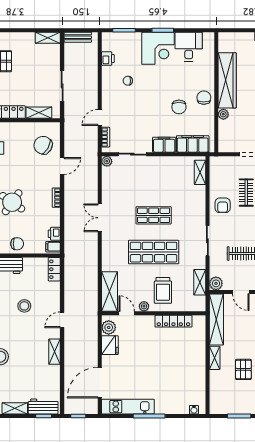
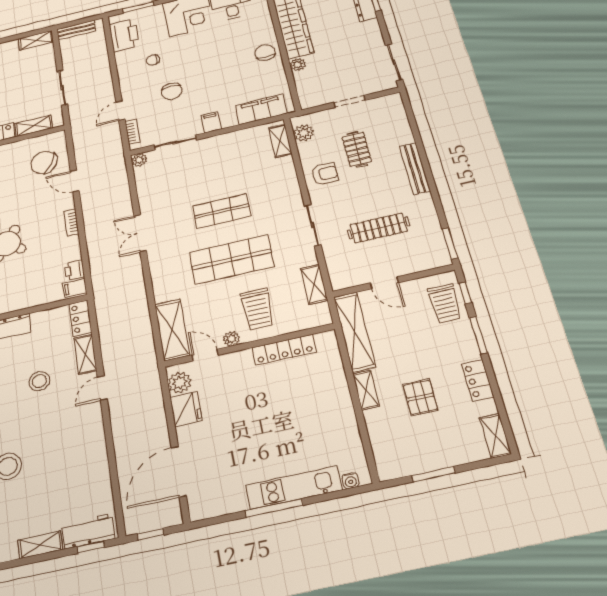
printer: (108, 59) -> (124, 35), width x1.87, depth x1.48
chair: (179, 107) -> (172, 91), moved
filing cabinet: (164, 145) -> (211, 122), width x0.50
door: (62, 166) -> (75, 181), swing flipped
armchair: (223, 205) -> (325, 174), turned -90
chair: (17, 244) -> (19, 296), removed
plant: (216, 283) -> (304, 133), moved
shelving: (55, 352) -> (85, 354), moved
kitchen unit: (128, 407) -> (294, 488), moved

